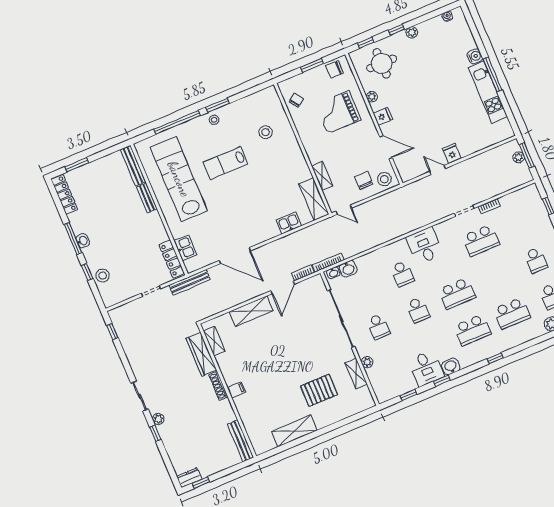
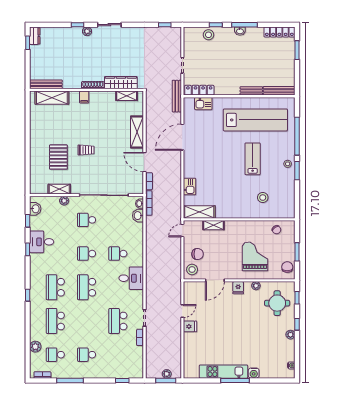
trolley: (297, 362) -> (86, 150), added
washbasin: (451, 367) -> (35, 209), moved
shelving: (294, 431) -> (52, 98), moved, turned 90

